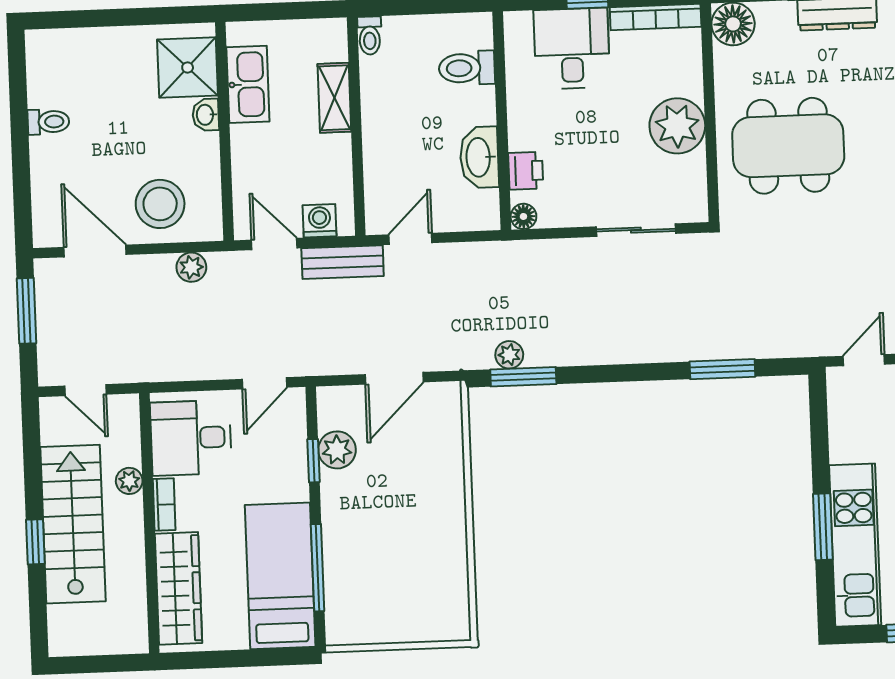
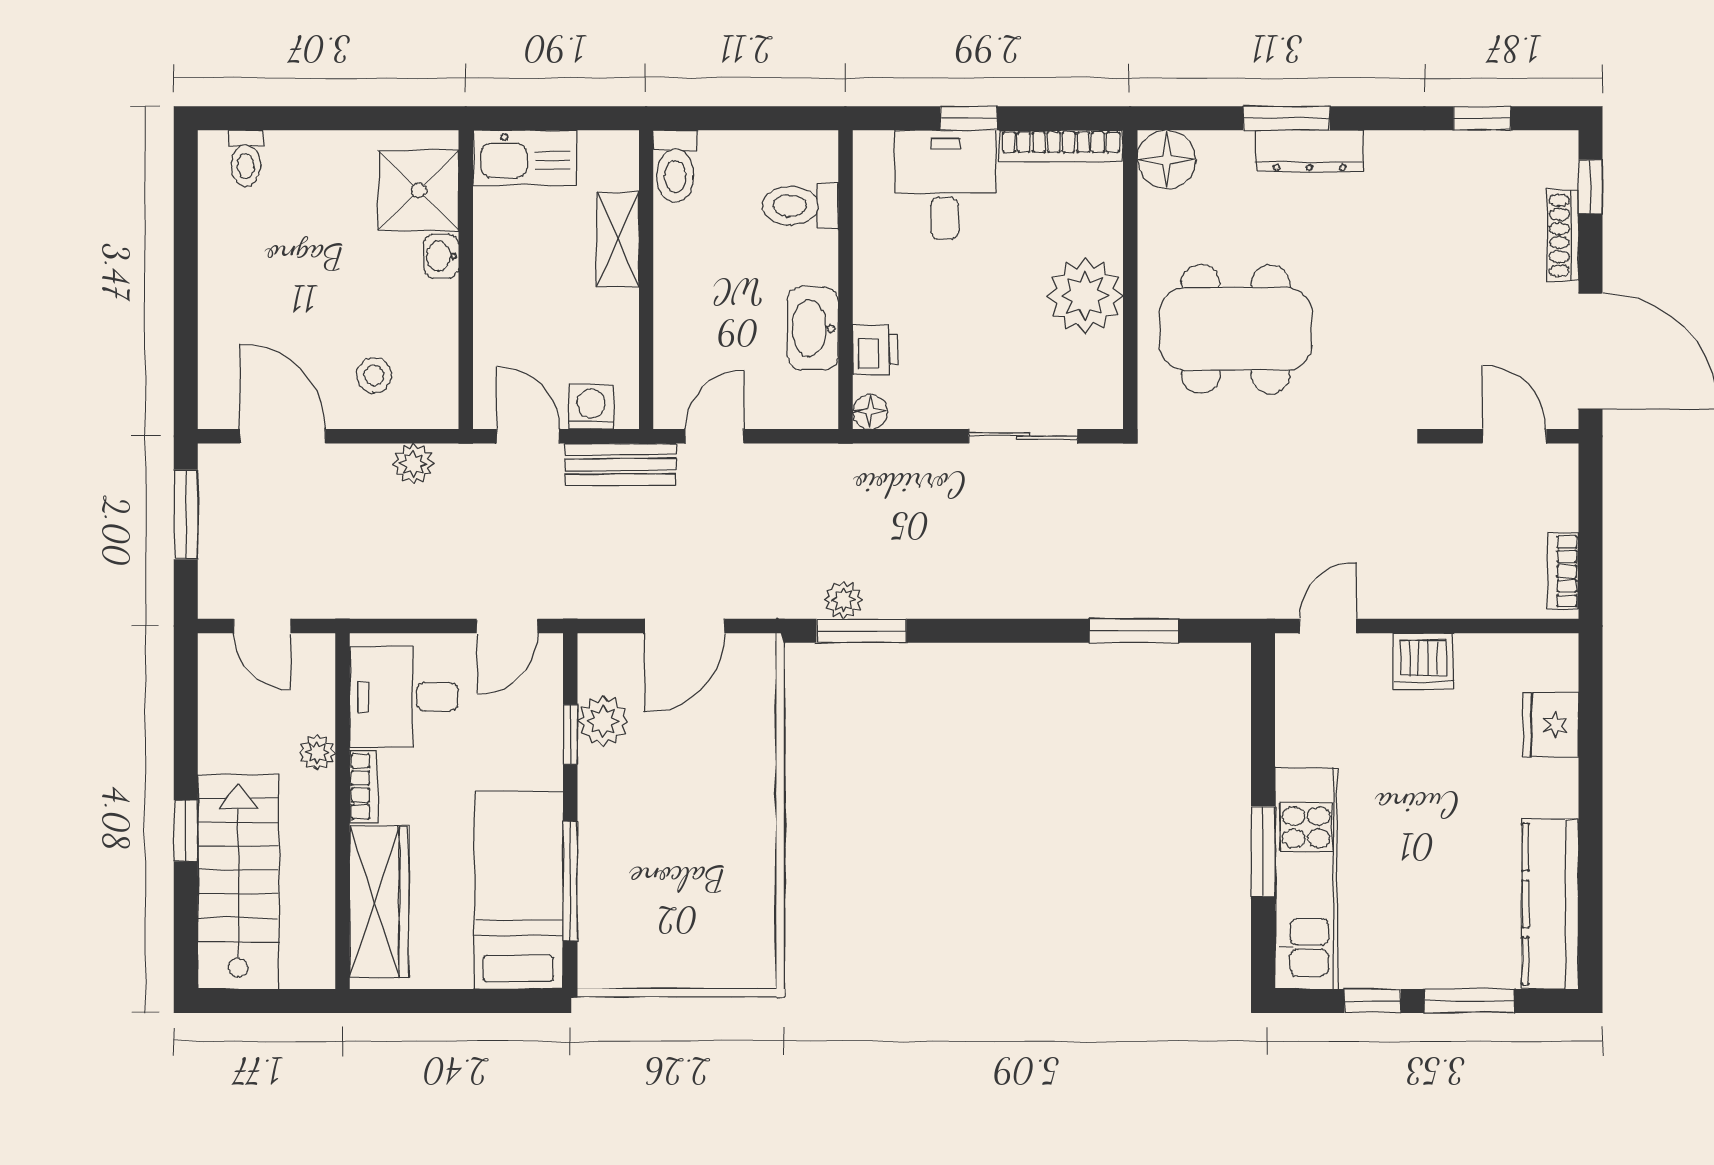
toilet: (370, 36) -> (675, 166), width x1.37, depth x1.39
kitchen sink: (248, 84) -> (525, 158), moved, turned 90
toilet: (48, 122) -> (246, 158), moved, turned 90
stool: (160, 204) -> (374, 375), width x0.53, depth x0.53
stairs: (73, 524) -> (238, 882), moved

